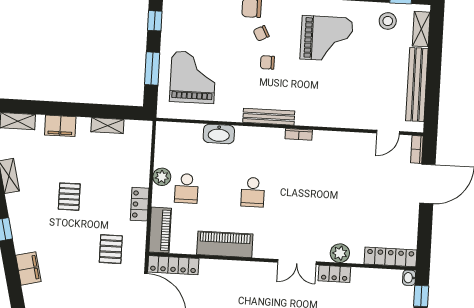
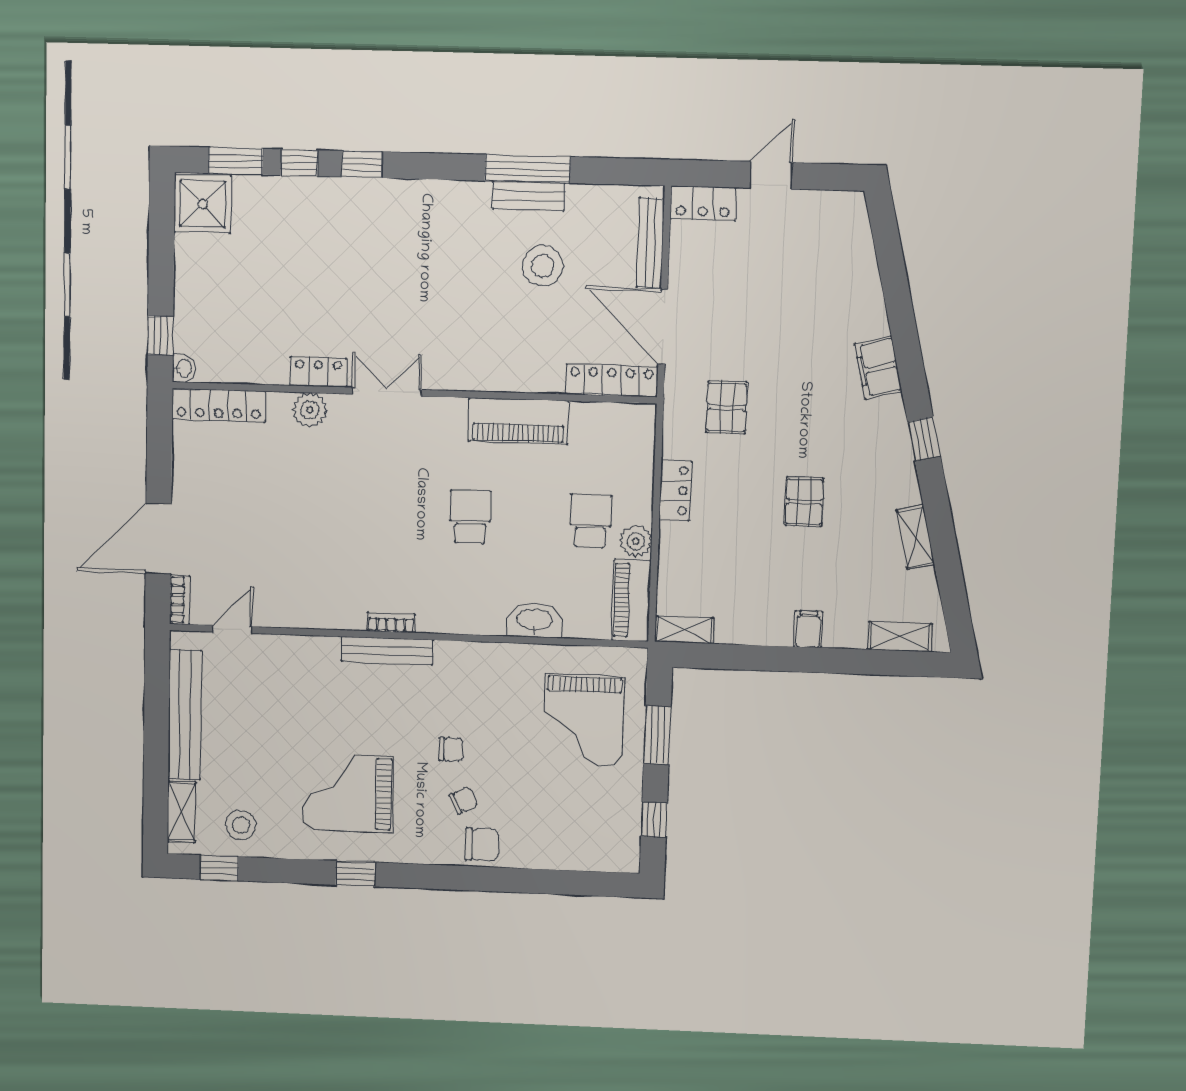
bench: (269, 117) -> (387, 651), moved
filing cabinet: (60, 126) -> (808, 629), width x0.50
shelving: (107, 126) -> (684, 630), moved
piano: (160, 230) -> (631, 600), moved

